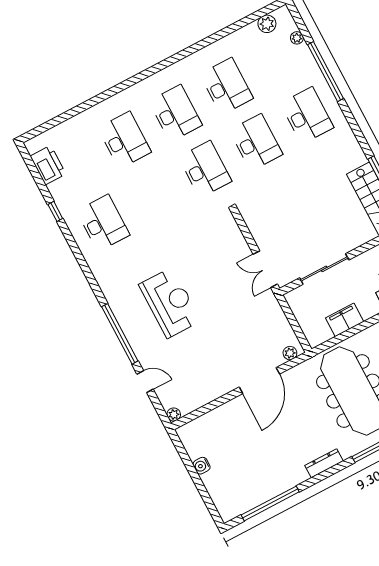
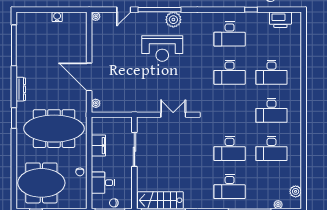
desk: (205, 169) -> (230, 72), moved
double door: (265, 269) -> (173, 115), moved
plant: (123, 308) -> (173, 20), added

